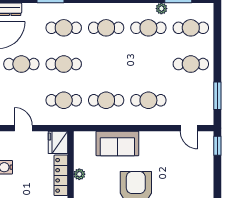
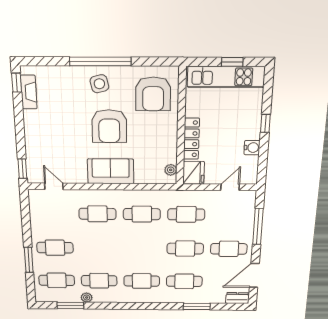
window: (217, 96) -> (29, 260), moved
door: (23, 128) -> (230, 187), swing flipped
sofa: (117, 143) -> (111, 171), moved
plant: (79, 174) -> (171, 170), moved

